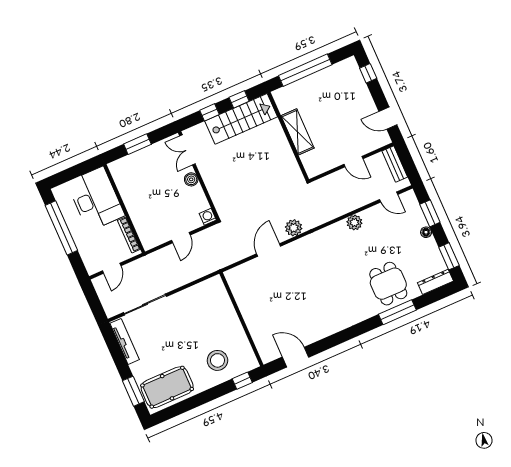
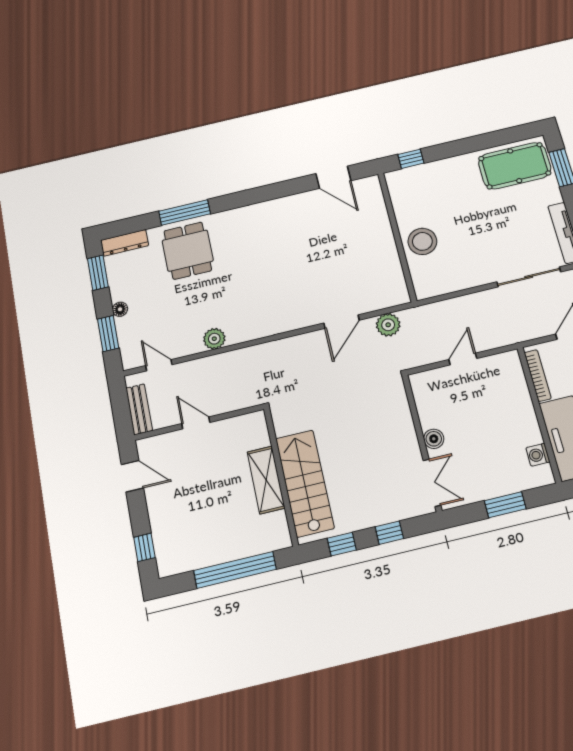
stairs: (241, 119) -> (305, 483), moved, turned 90
washing machine: (208, 217) -> (538, 455), moved, turned 90
plant: (294, 228) -> (388, 325), moved
stool: (217, 360) -> (422, 241), moved

